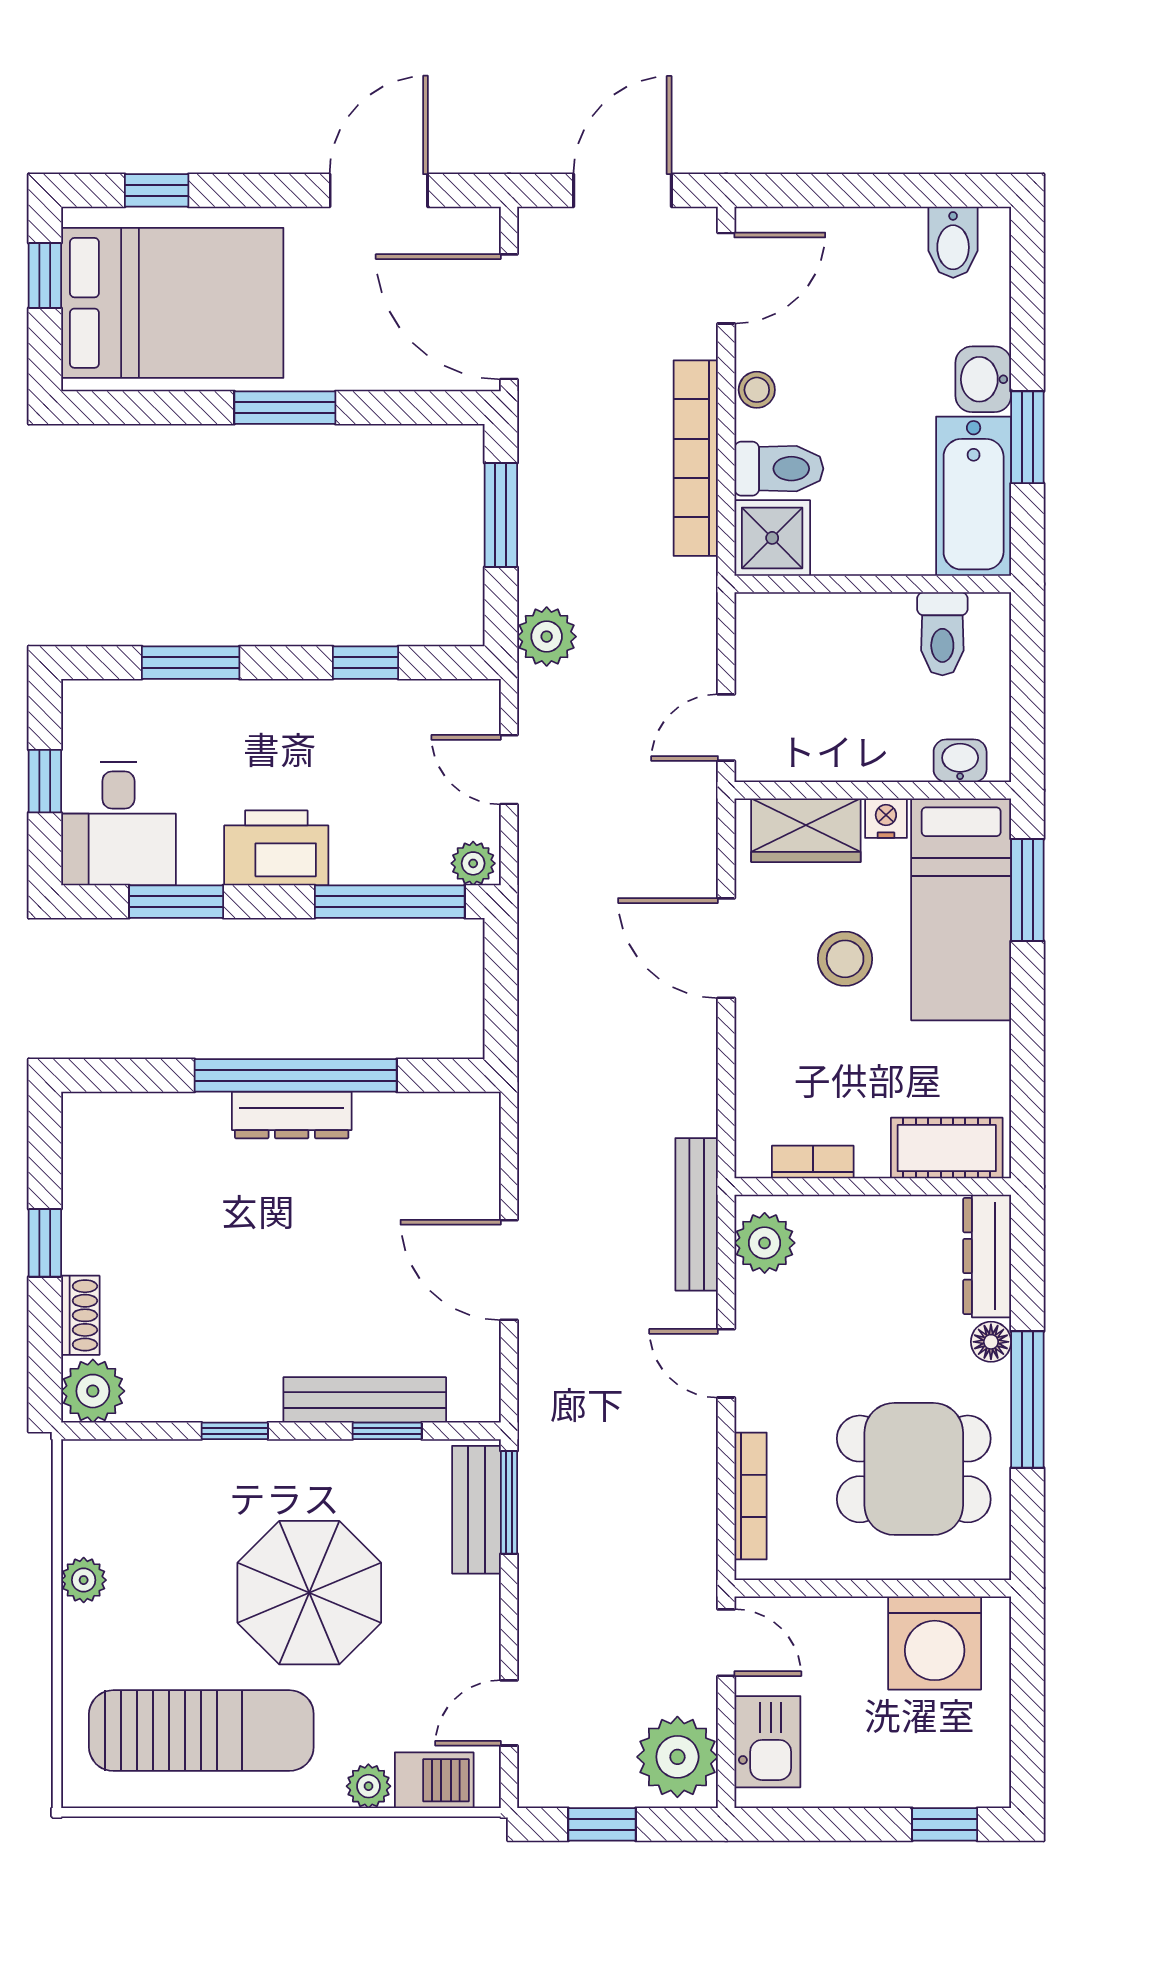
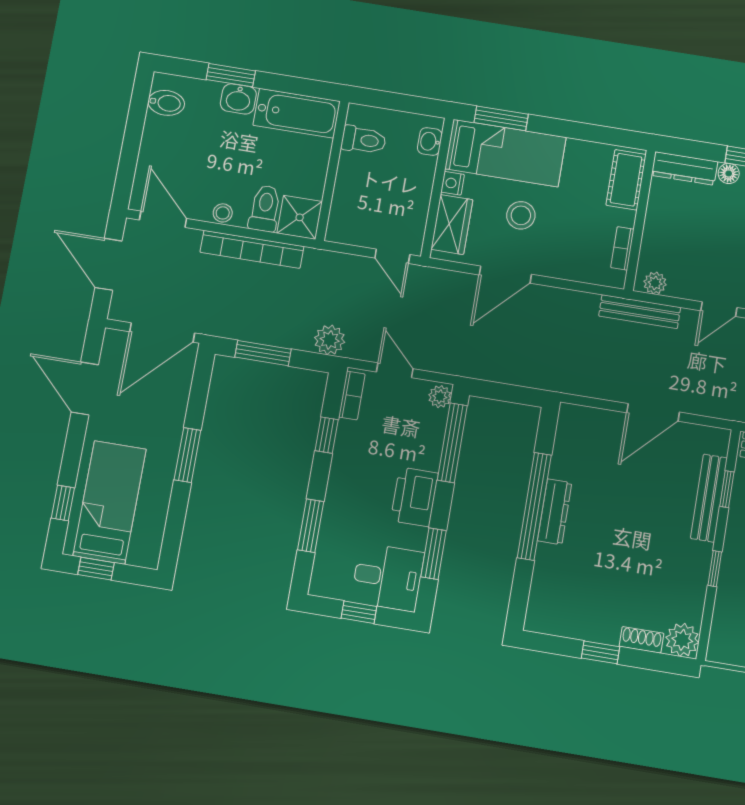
bed: (172, 303) -> (110, 502), width x0.67
window: (1027, 437) -> (231, 75), moved
bookcase: (448, 697) -> (352, 395), added
door: (509, 770) -> (395, 370), swing flipped
plant: (765, 1243) -> (655, 283), width x0.73, depth x0.73

